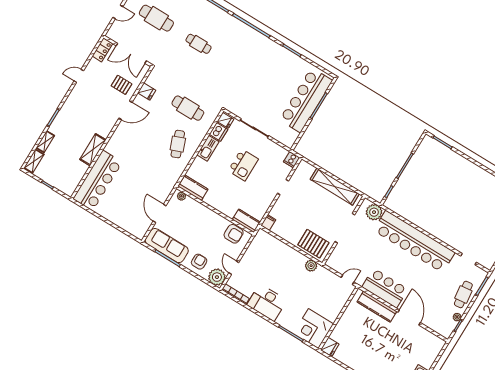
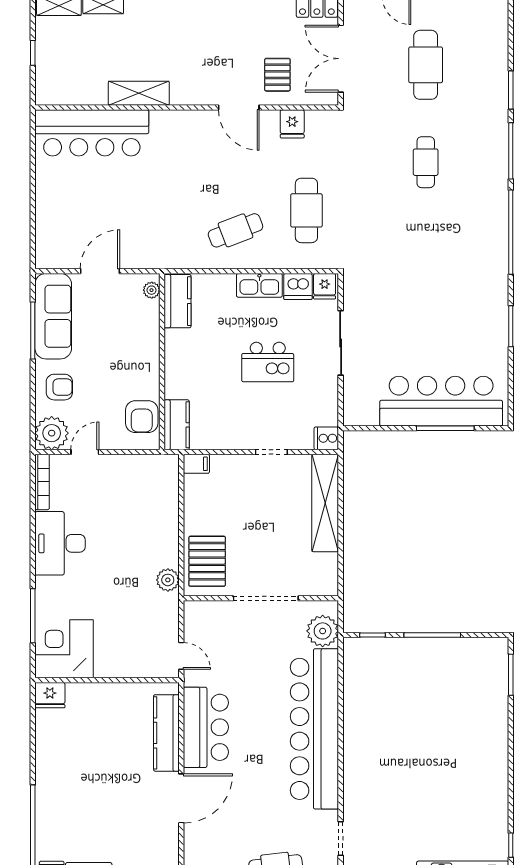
shelving: (335, 187) -> (325, 503), moved

